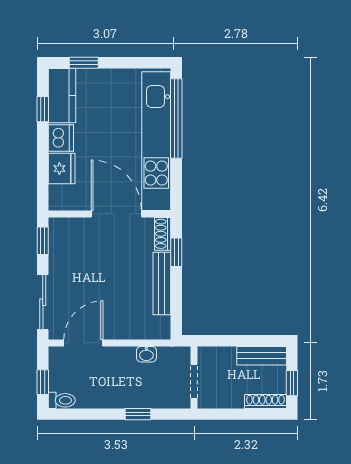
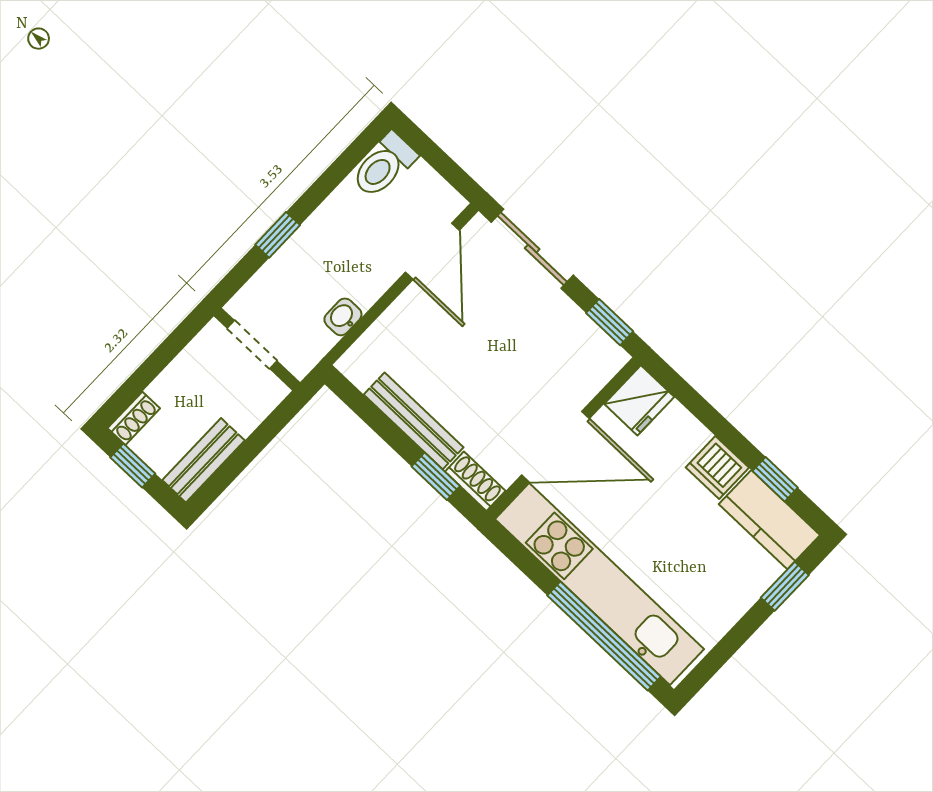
fridge: (62, 169) -> (639, 400), moved, turned -90
window: (43, 382) -> (432, 153), removed
toilet: (62, 400) -> (384, 165), width x1.37, depth x1.39
shoe rack: (265, 401) -> (134, 418), width x0.70

